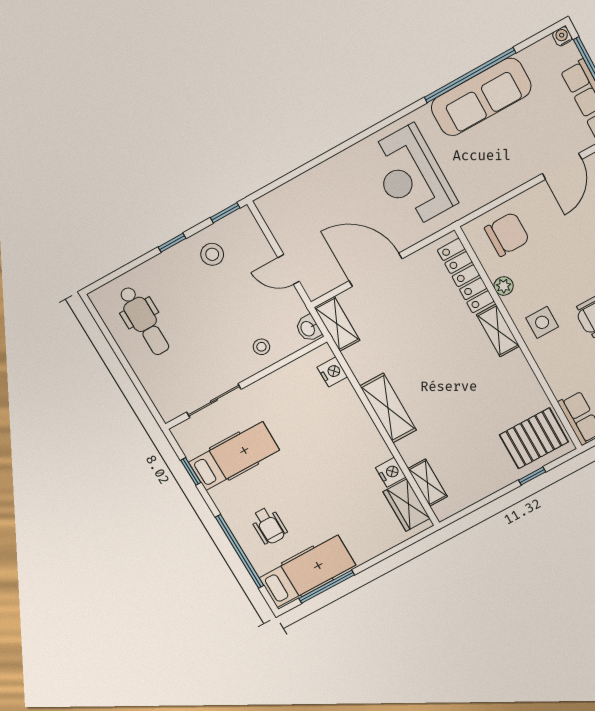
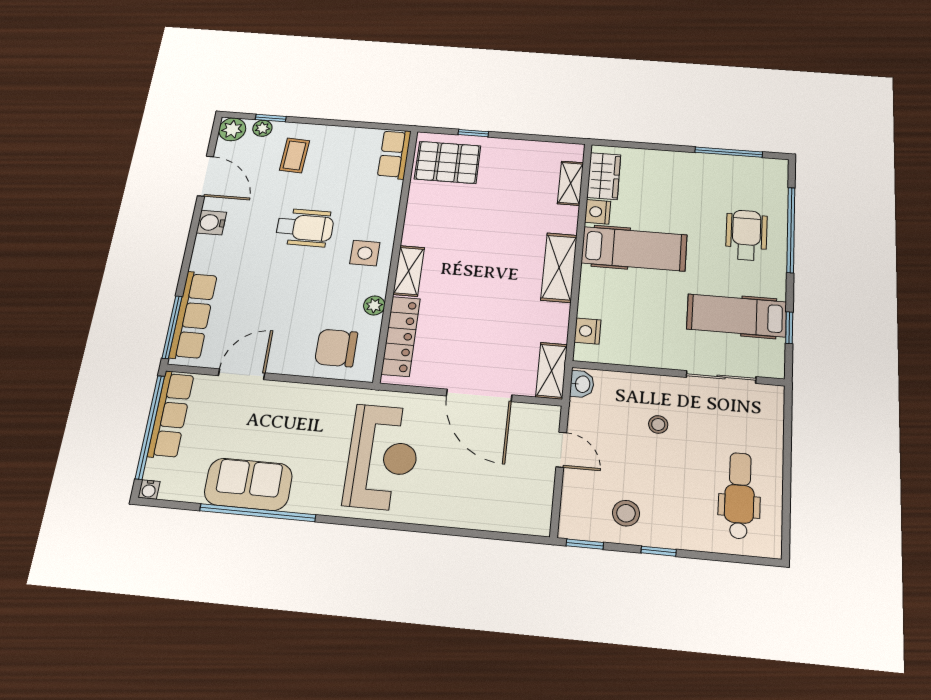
sofa: (481, 97) -> (248, 484), width x0.73
stool: (261, 347) -> (658, 424), moved
wheelchair: (269, 526) -> (746, 235), width x1.36, depth x1.37
hospital bed: (307, 571) -> (634, 249), moved, turned 180

